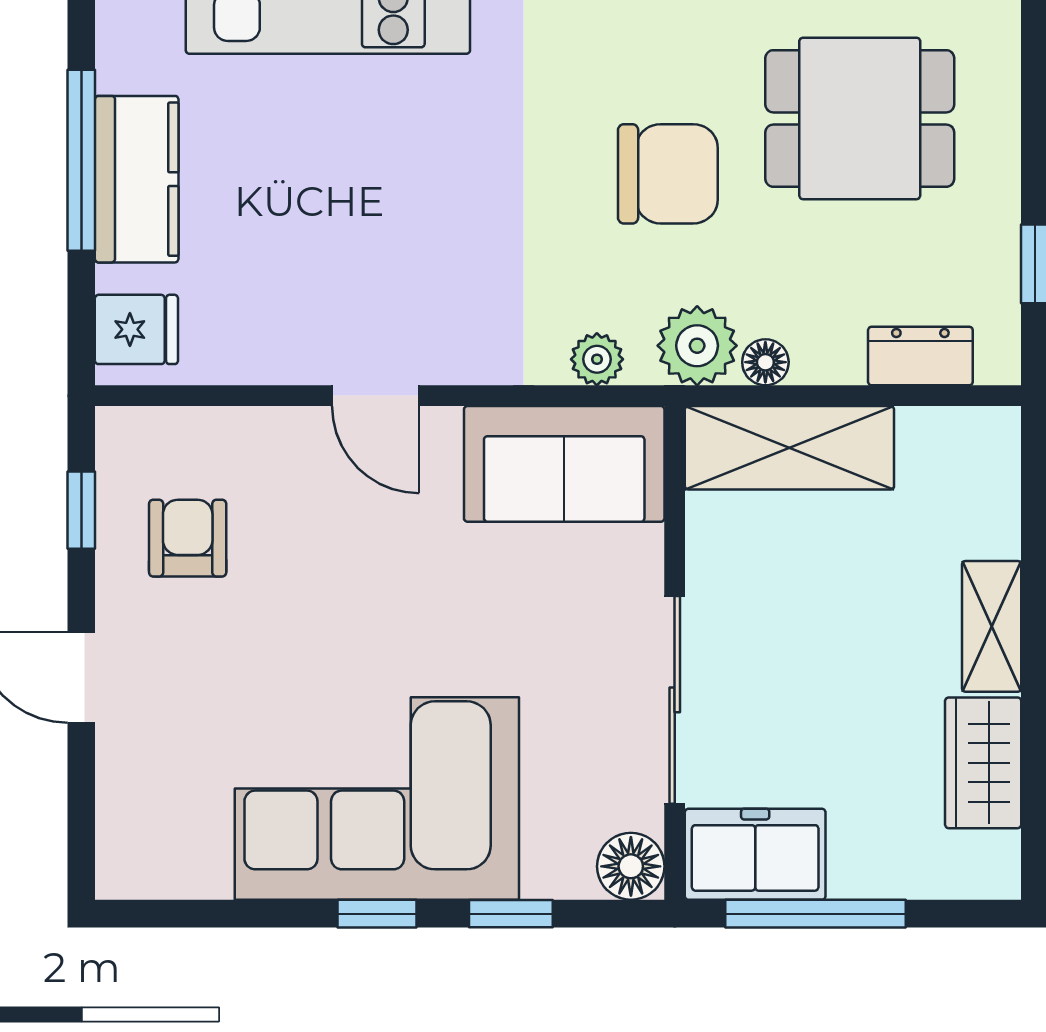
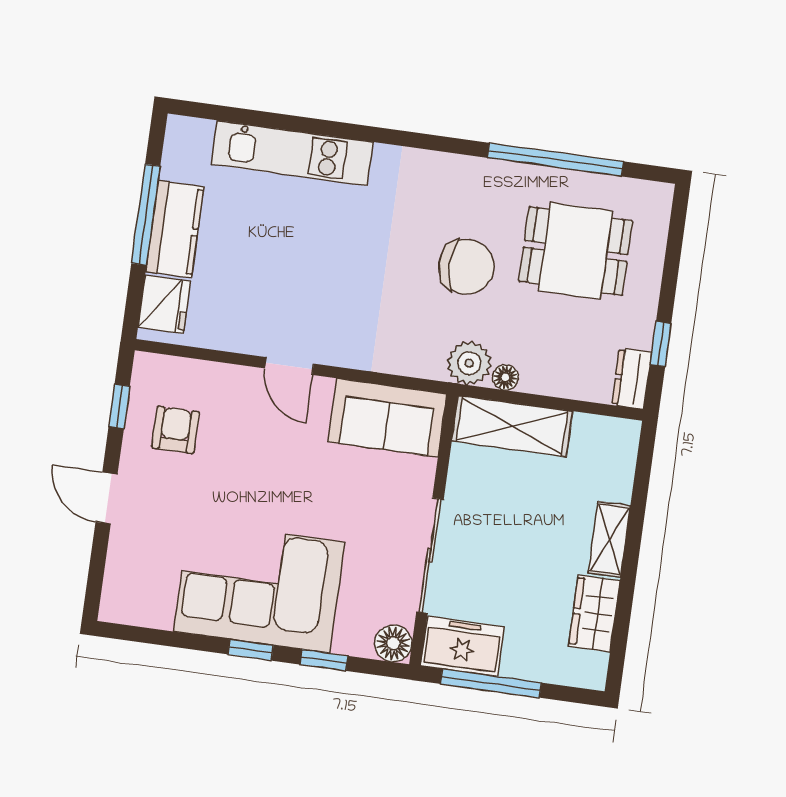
fridge: (136, 329) -> (164, 304), width x1.38
dresser: (920, 356) -> (632, 379), moved, turned -90
plant: (597, 359) -> (413, 363), removed

